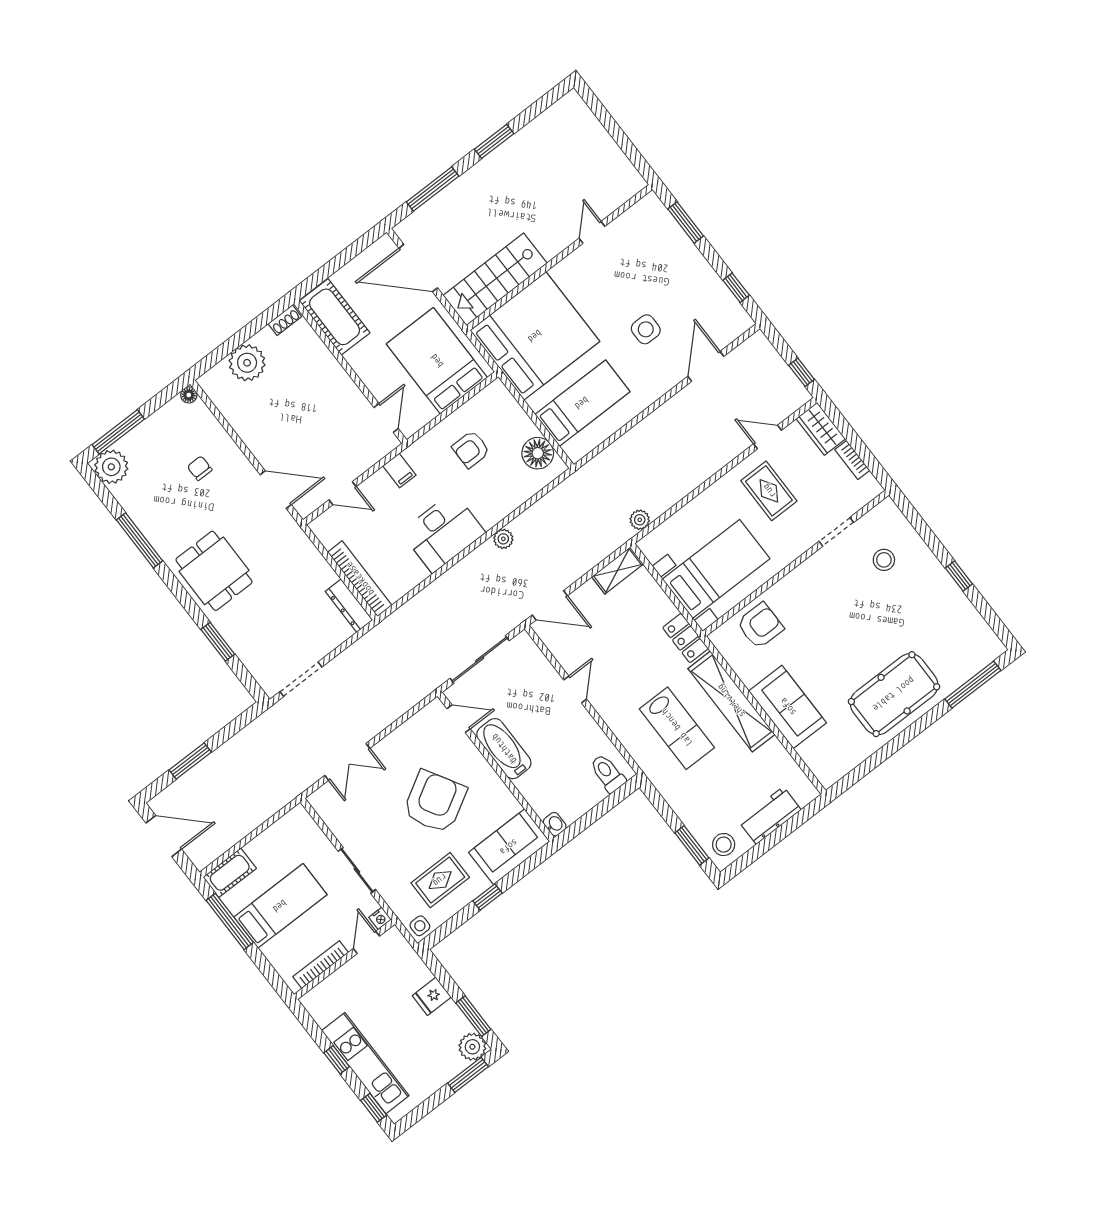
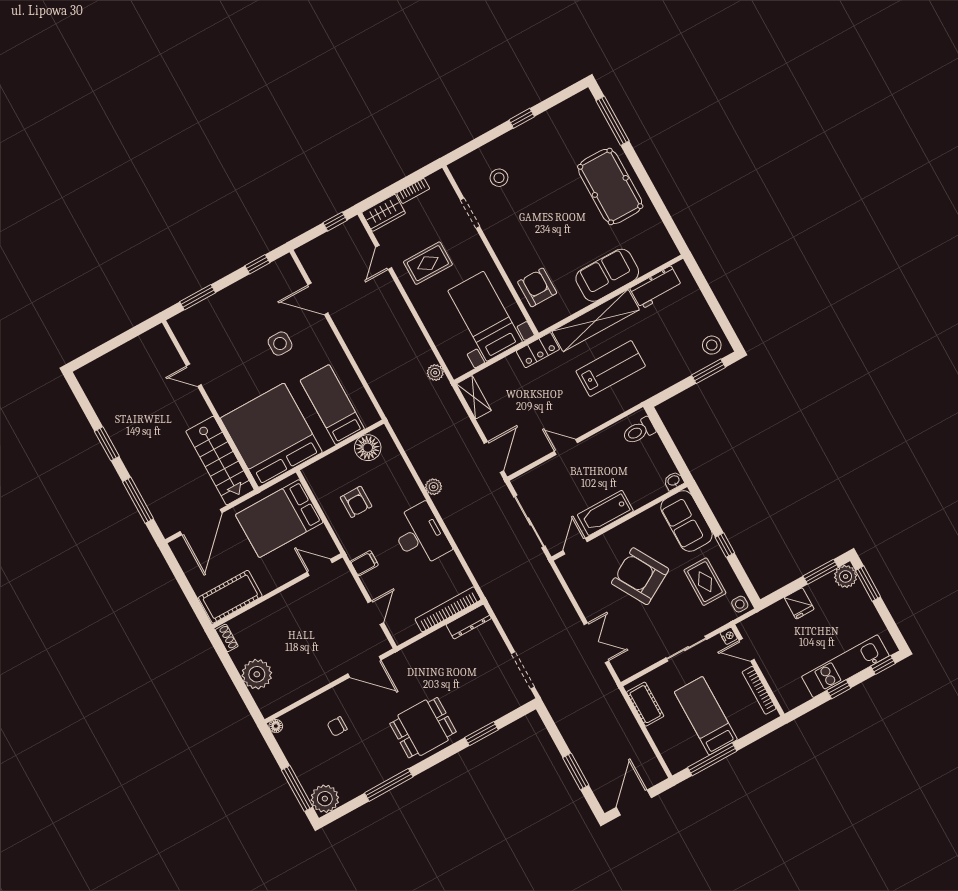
door: (276, 490) -> (364, 667), swing flipped
workbench: (770, 816) -> (656, 288), moved, turned -90
cot: (230, 873) -> (645, 704), moved

